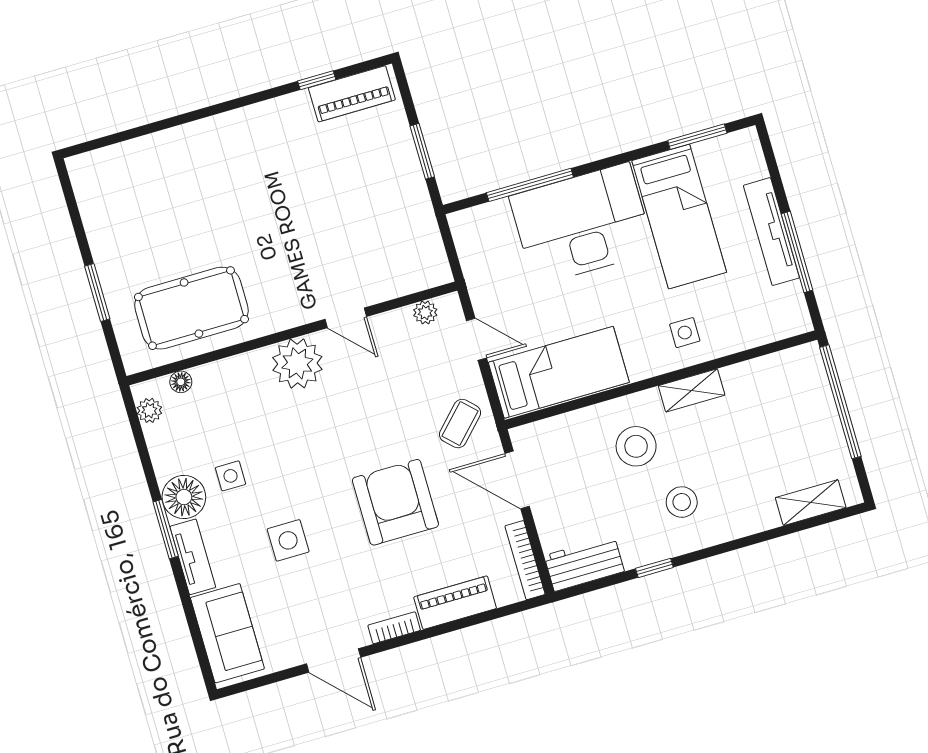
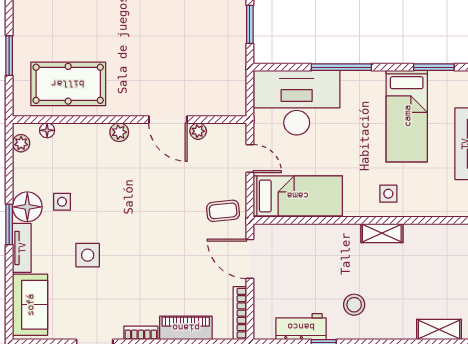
window: (530, 185) -> (341, 67), moved
desk: (582, 224) -> (297, 103), moved
plant: (425, 312) -> (198, 131), moved
door: (346, 318) -> (168, 120), width x1.38
plant: (297, 363) -> (119, 132), width x0.53, depth x0.53
coffee table: (460, 424) -> (223, 211), turned 40
stool: (636, 446) -> (335, 259), removed
armchair: (395, 502) -> (166, 250), removed
workbench: (584, 564) -> (301, 327), moved

